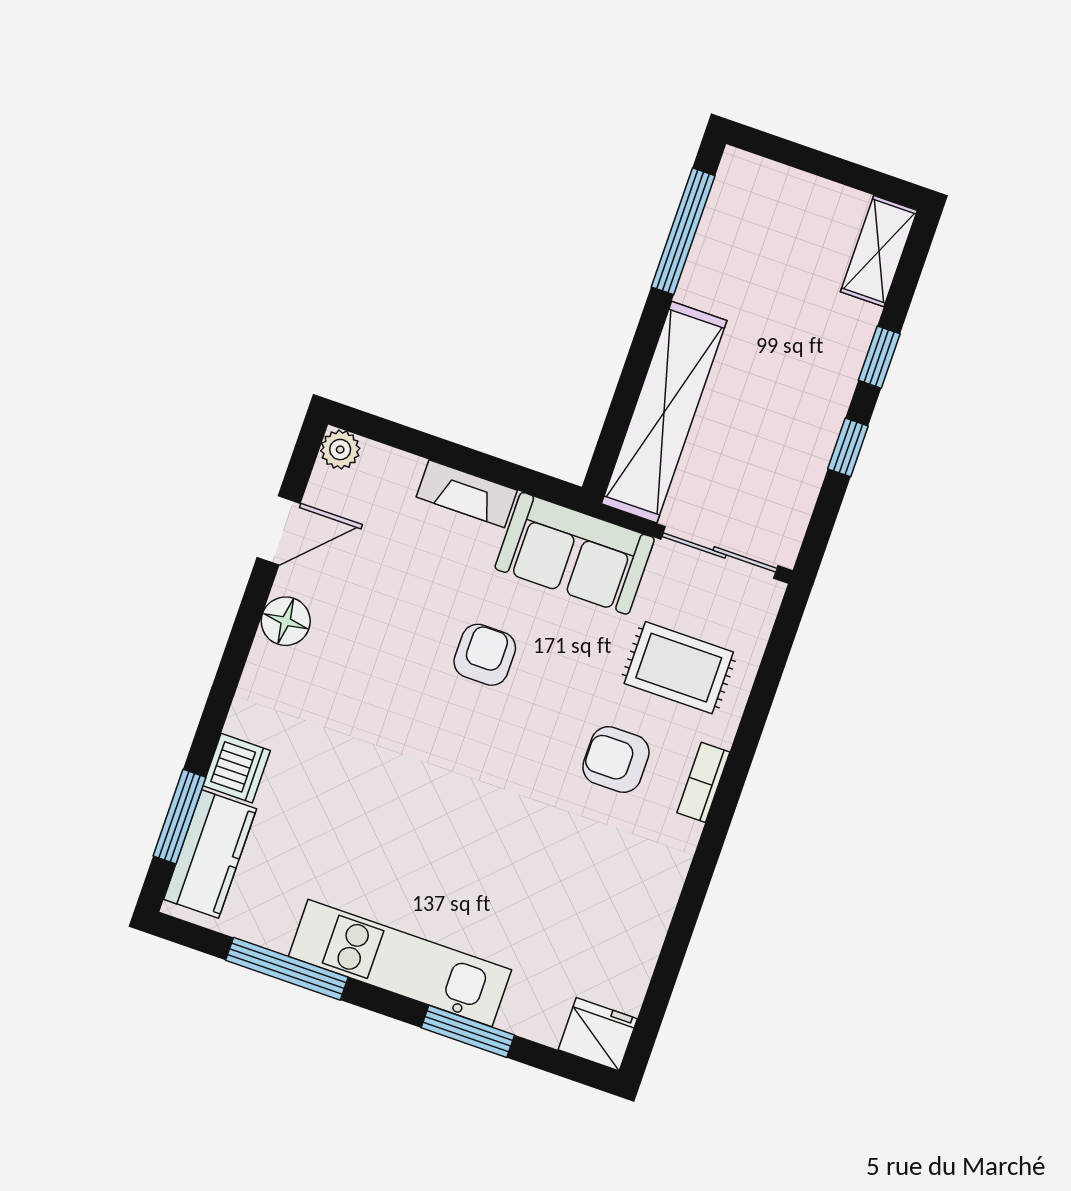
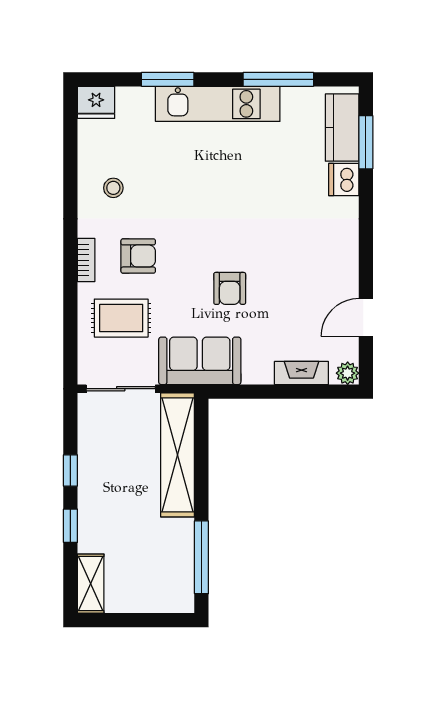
fireplace: (467, 494) -> (301, 373), moved
floor lamp: (286, 621) -> (345, 269), removed
stool: (618, 885) -> (113, 188), added

